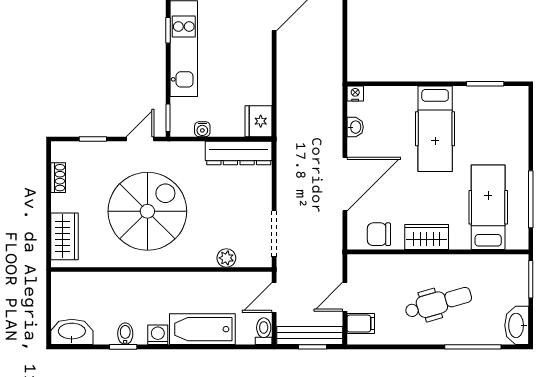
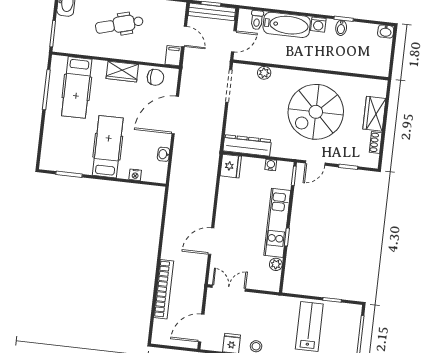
nightstand: (355, 94) -> (135, 175), moved
wardrobe: (64, 236) -> (374, 114), moved
door: (345, 297) -> (184, 36), hinge flipped
filing cabinet: (361, 324) -> (173, 56), moved, turned 90
toilet: (264, 331) -> (257, 20), moved
washbasin: (72, 332) -> (386, 31), width x0.52, depth x0.69

